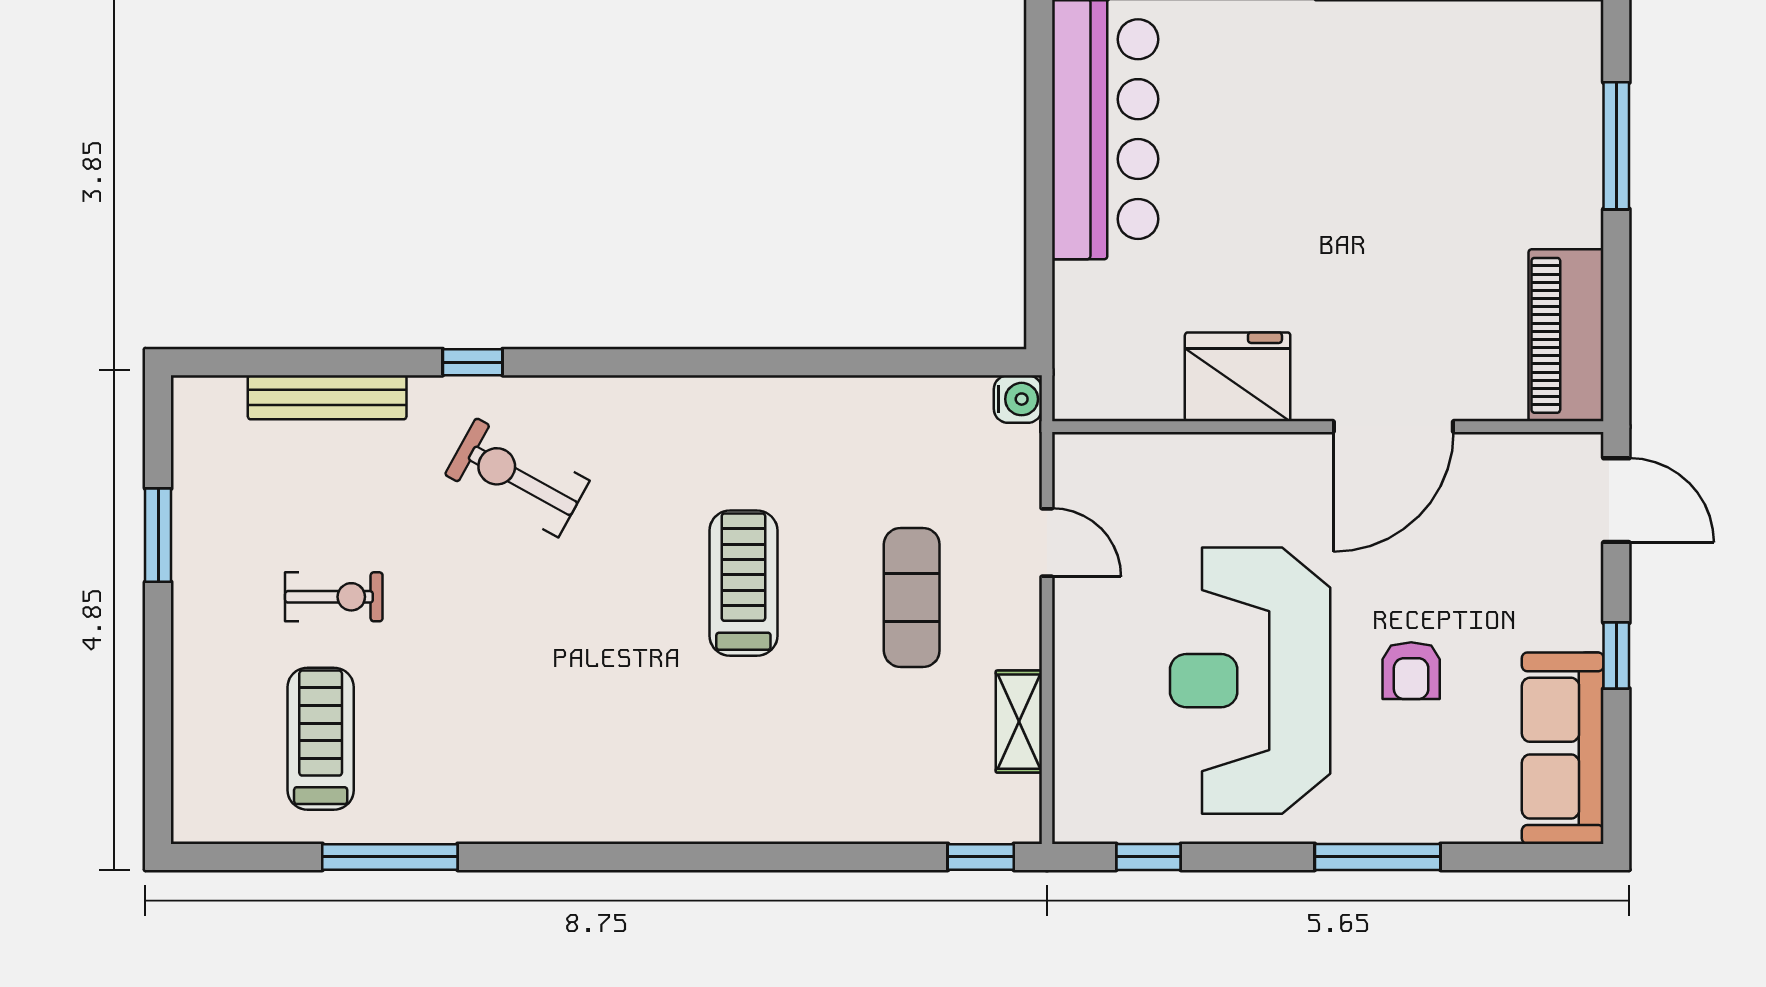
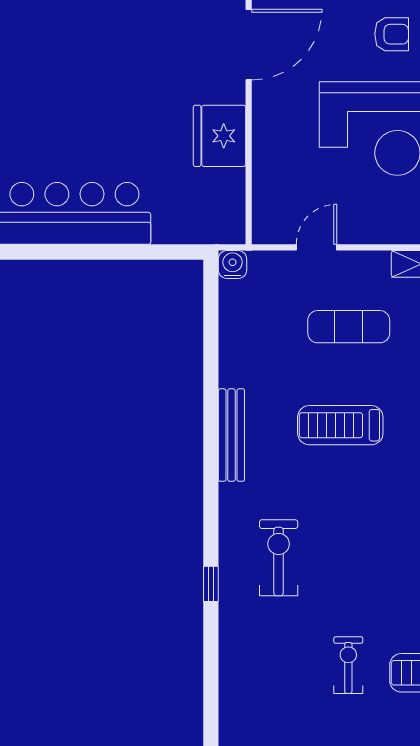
bench: (327, 397) -> (231, 435), moved
door: (1393, 427) -> (249, 45), hinge flipped
exercise bike: (517, 478) -> (279, 558), turned 151

